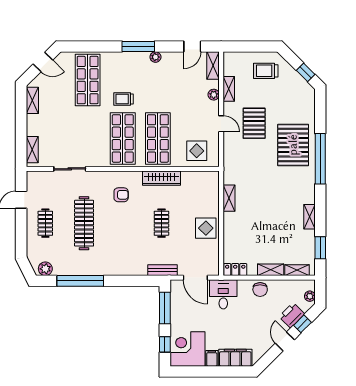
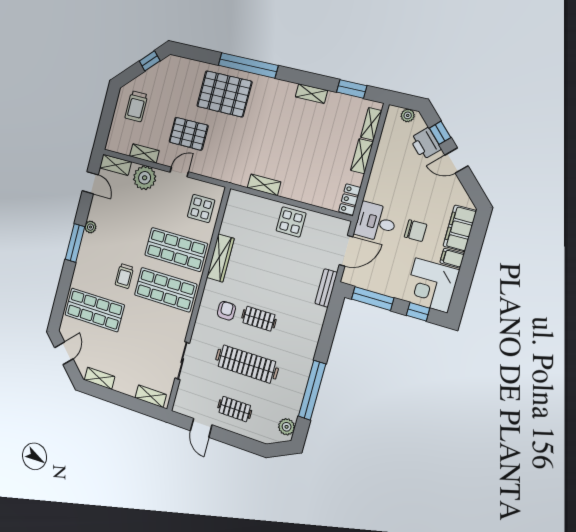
plant: (214, 95) -> (145, 178), width x1.87, depth x1.87
clothes rail: (161, 223) -> (259, 319), moved
chair: (260, 290) -> (416, 231), moved

